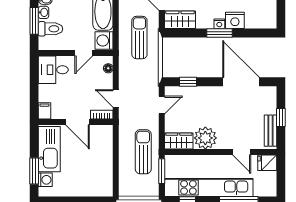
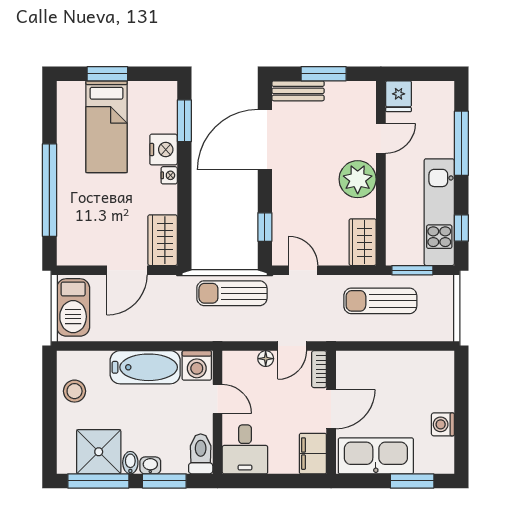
toilet: (50, 29) -> (201, 454), moved
window: (219, 33) -> (184, 121), moved
sun lounger: (139, 38) -> (232, 293), moved
floor lamp: (108, 68) -> (266, 359), moved
filing cabinet: (45, 111) -> (313, 454), width x2.00
window: (281, 117) -> (324, 74), width x1.50
bench: (271, 131) -> (298, 91), moved
plant: (205, 138) -> (358, 179), moved
washing machine: (45, 180) -> (443, 424), moved, turned -90
kitchen unit: (209, 187) -> (439, 212), width x0.73

